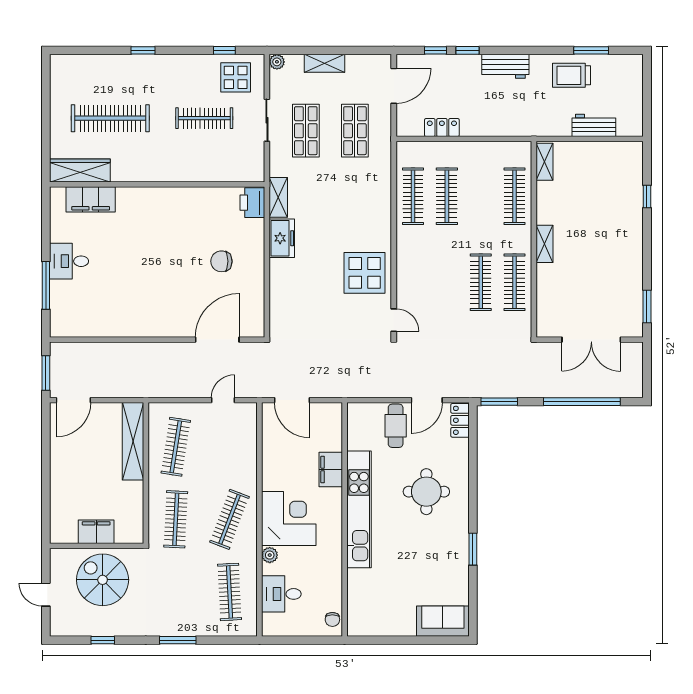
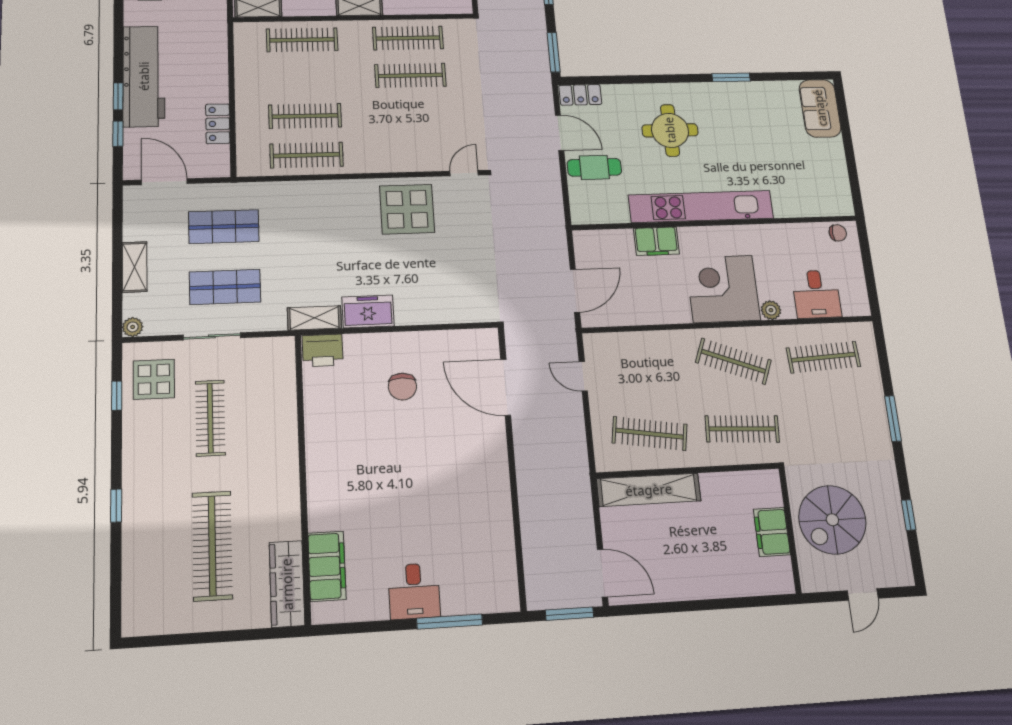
workbench: (505, 66) -> (144, 76), width x1.87, depth x1.32

